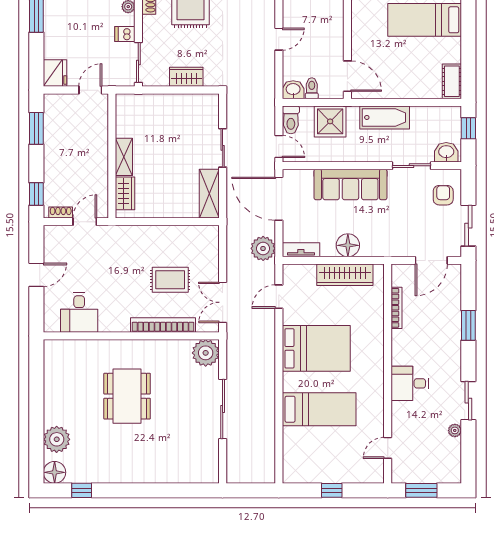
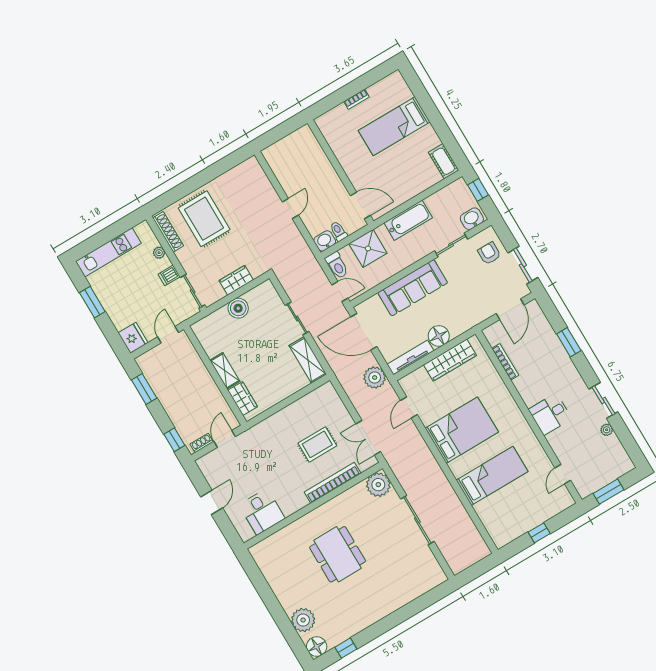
boiler: (172, 105) -> (238, 308), added
tv unit: (301, 250) -> (410, 357), width x1.41

